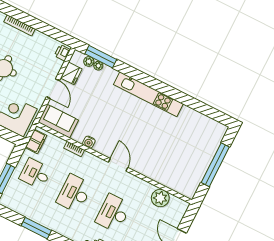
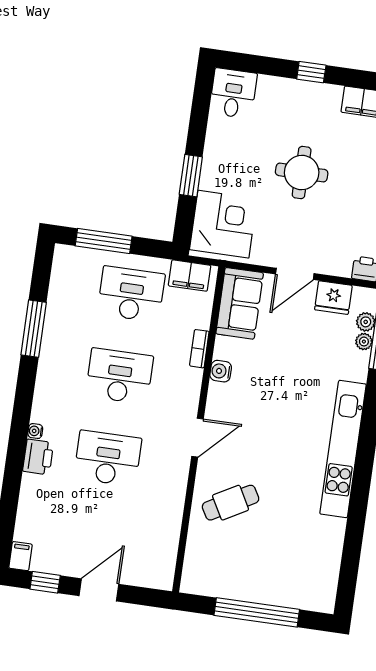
cafe table: (156, 159) -> (231, 503), added
desk: (35, 174) -> (131, 294), width x1.37
plant: (160, 198) -> (163, 534), removed

